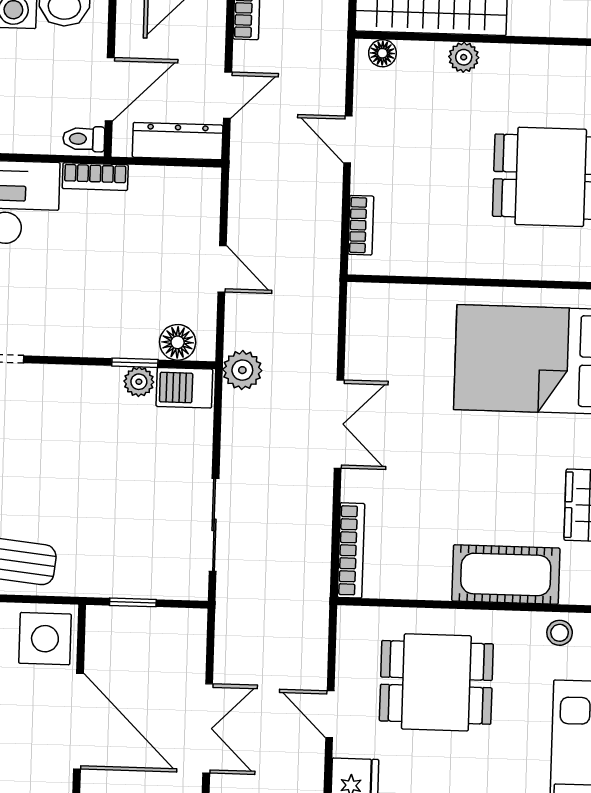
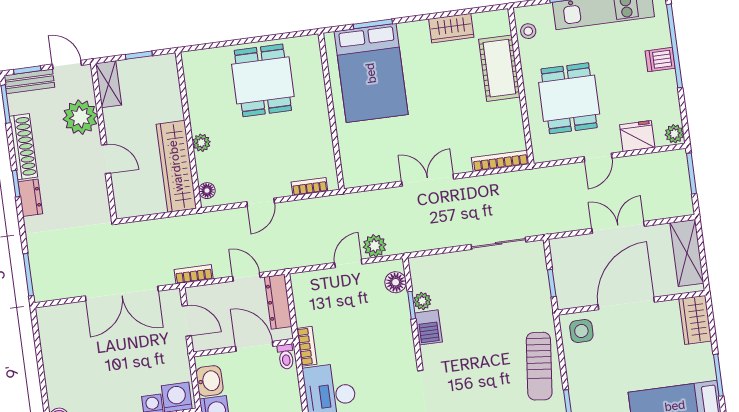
plant: (242, 370) -> (375, 246), moved
barbecue: (184, 388) -> (429, 327), moved
side table: (45, 639) -> (581, 331), width x0.73, depth x0.73

